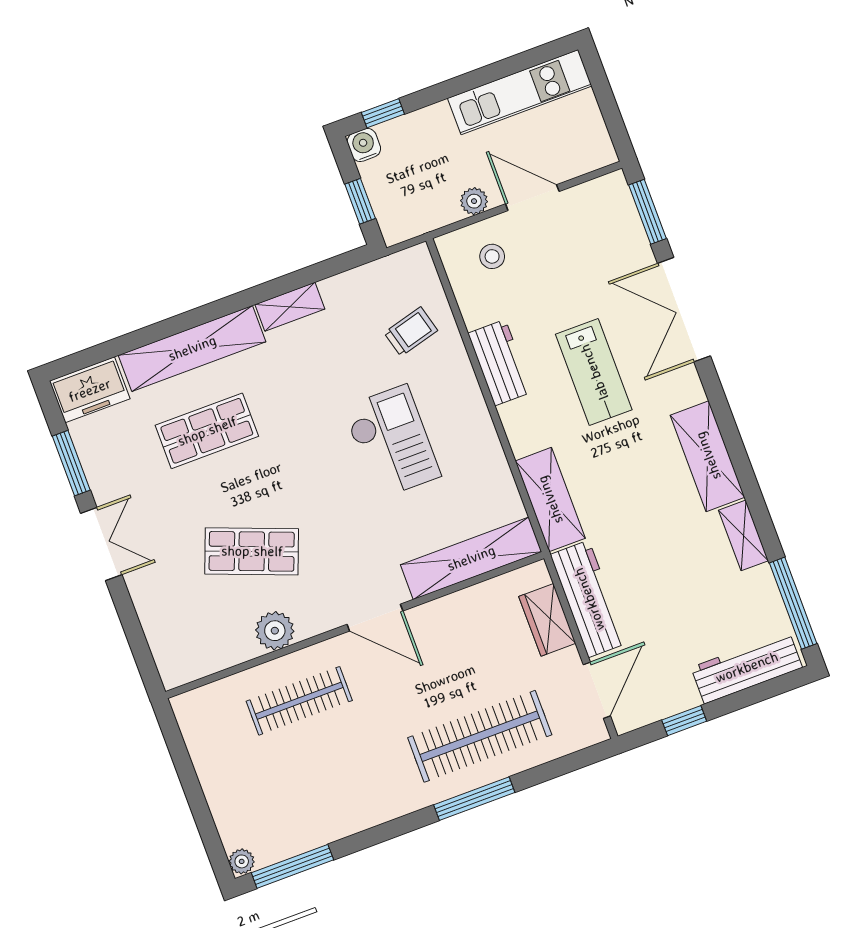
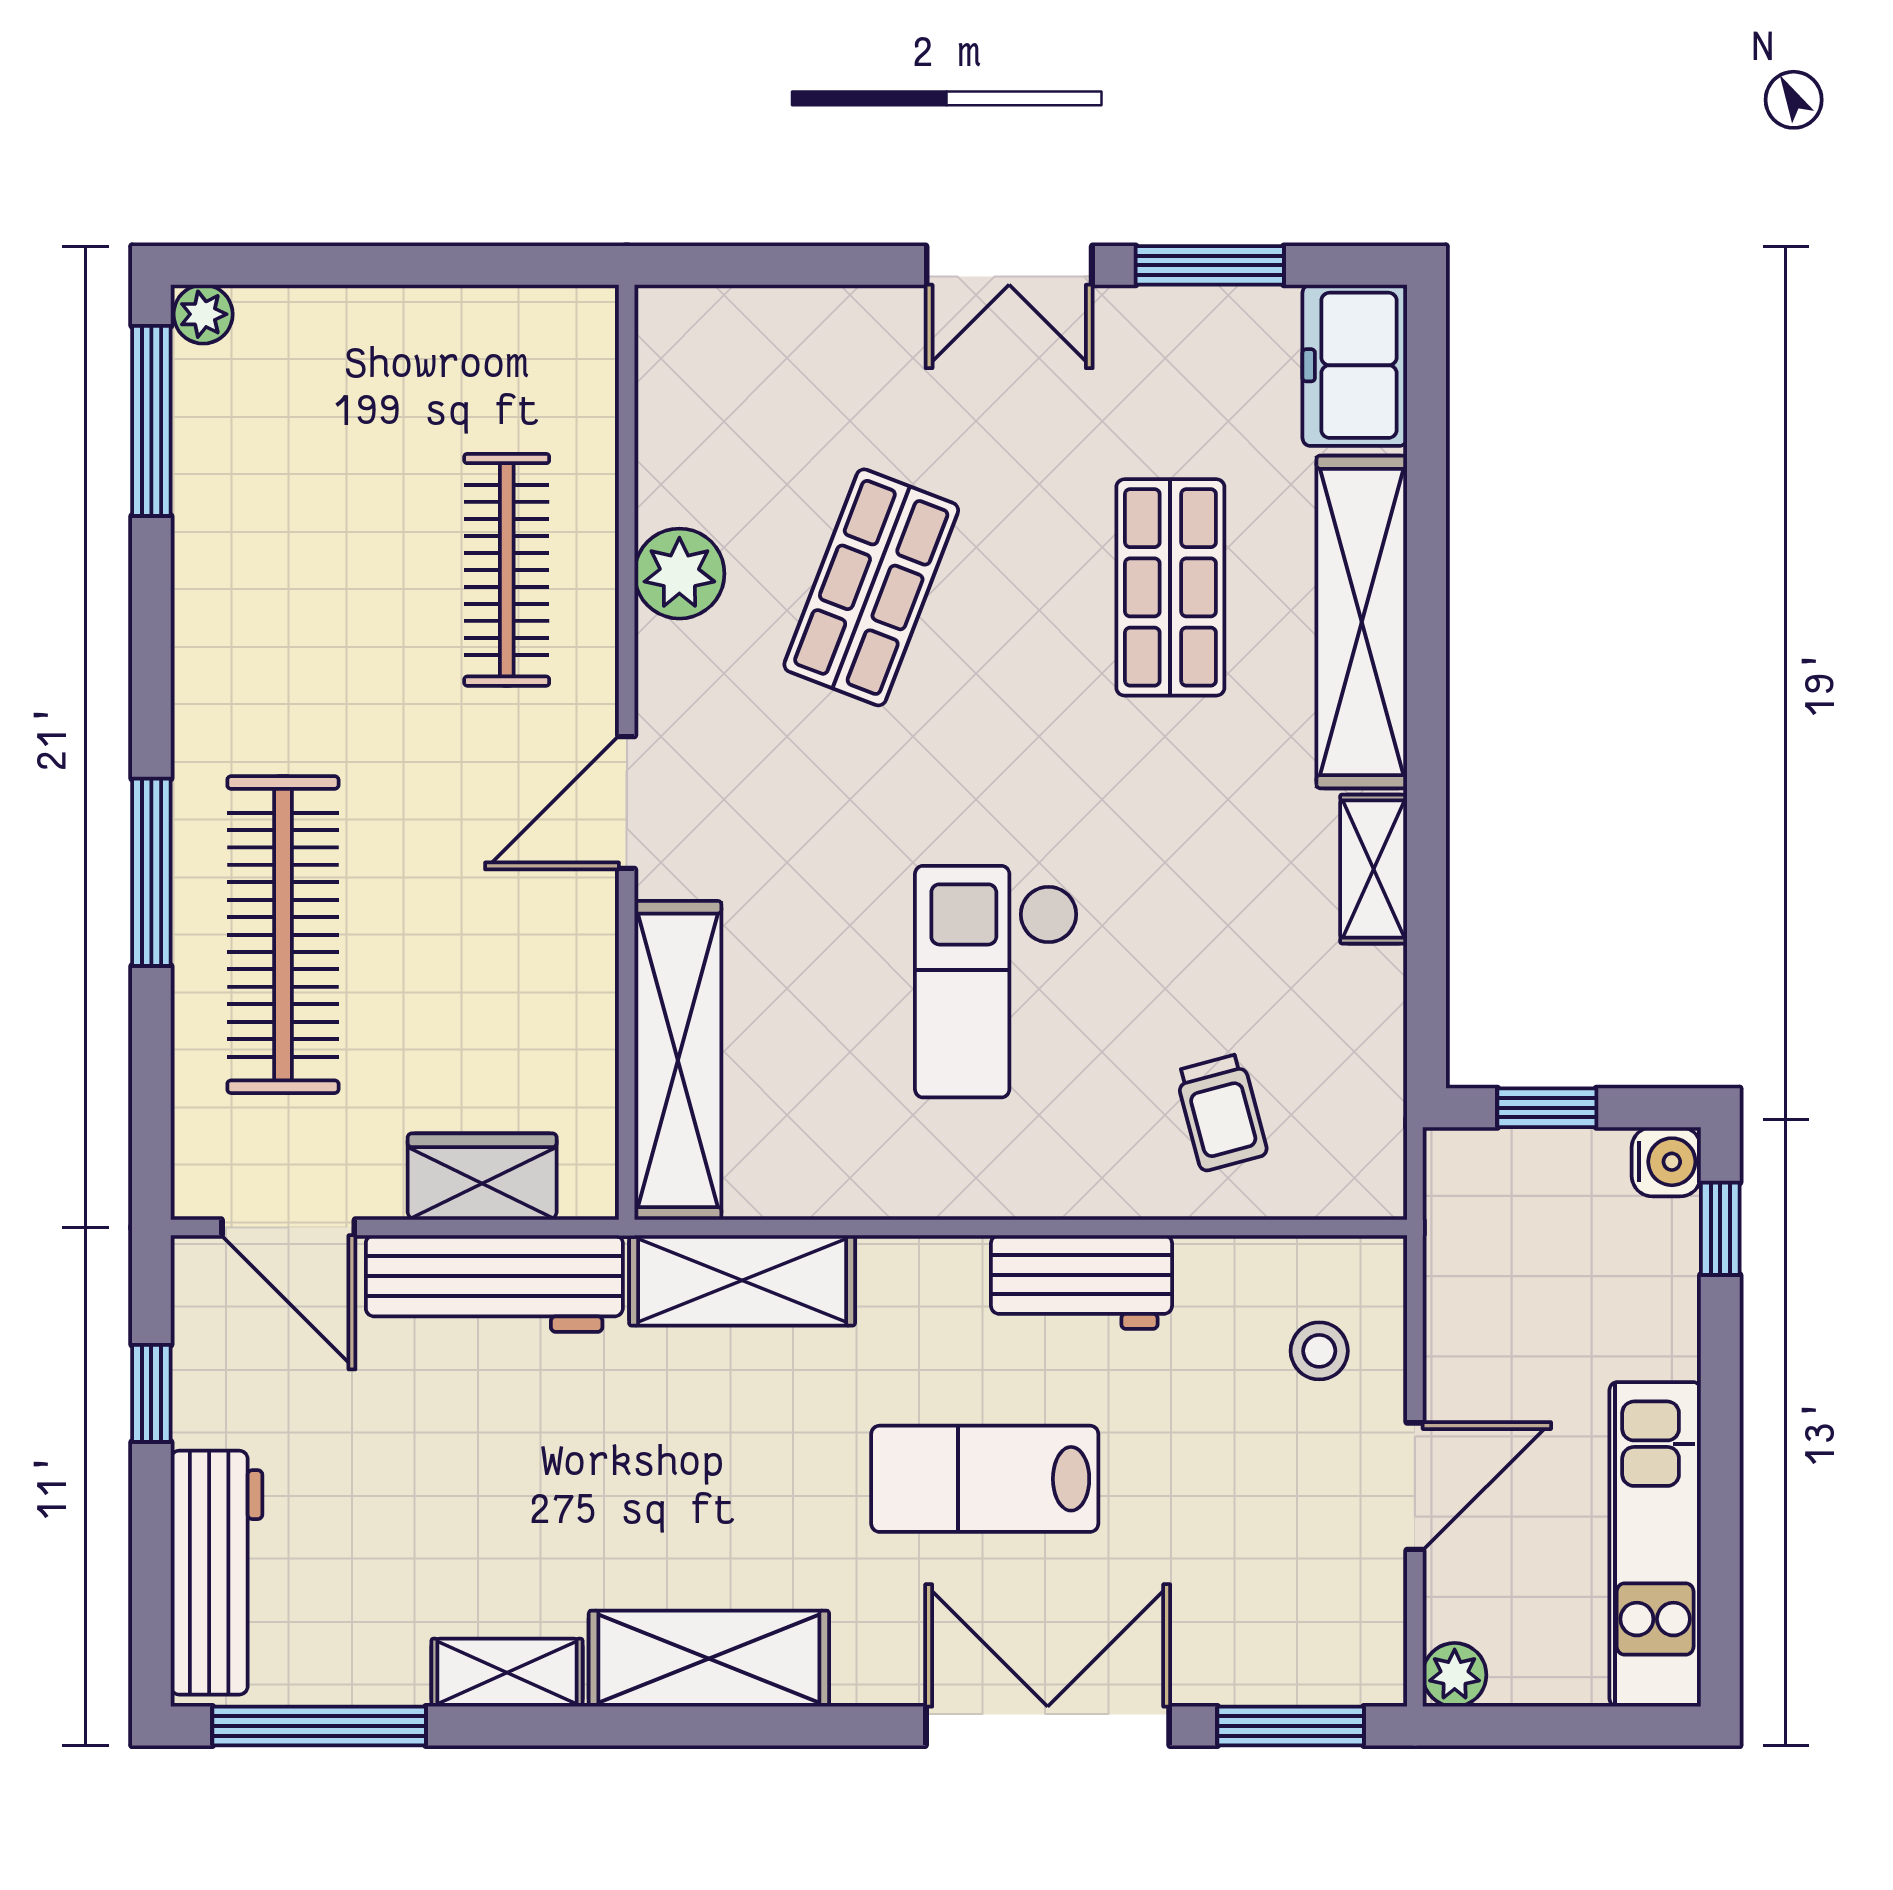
plant: (474, 201) -> (1455, 1675), moved
checkout: (392, 442) -> (996, 982), turned 90

